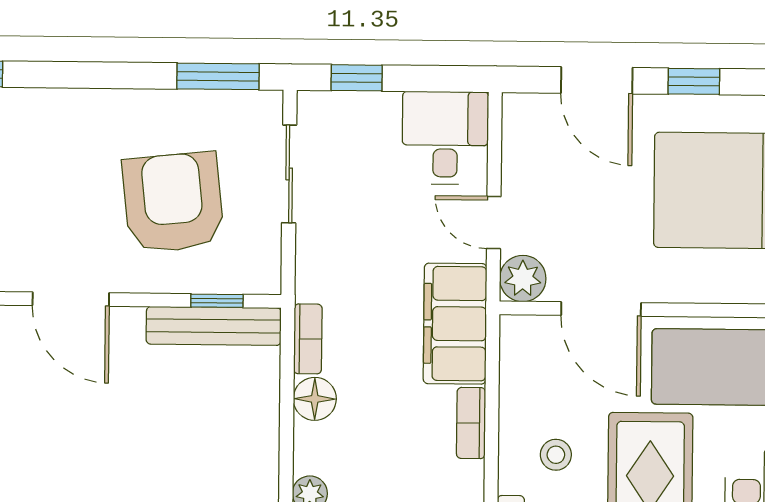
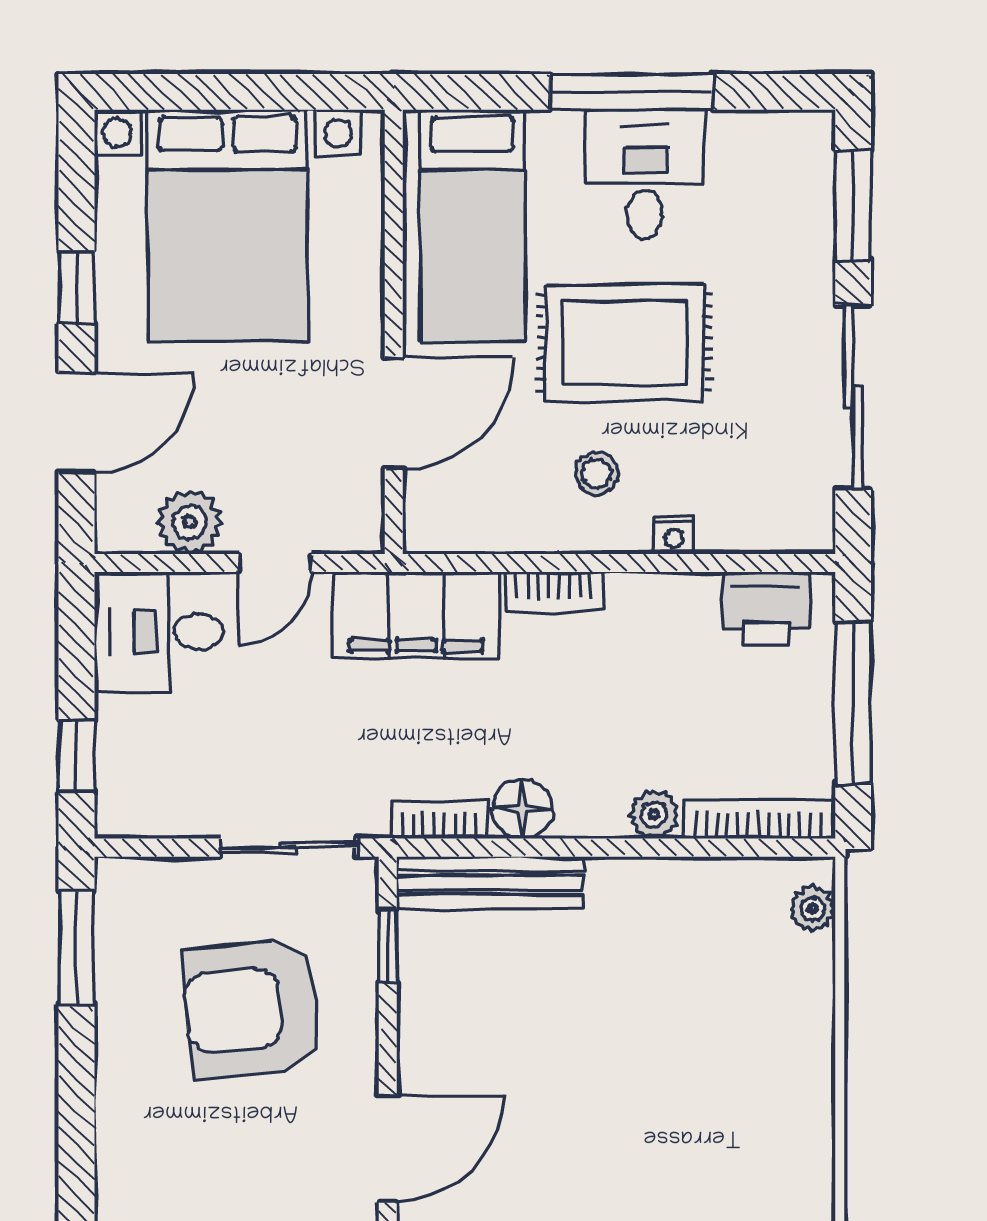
sliding door: (289, 174) -> (288, 848), moved
plant: (523, 279) -> (190, 522), moved
bench: (214, 326) -> (490, 883), moved, turned 90

